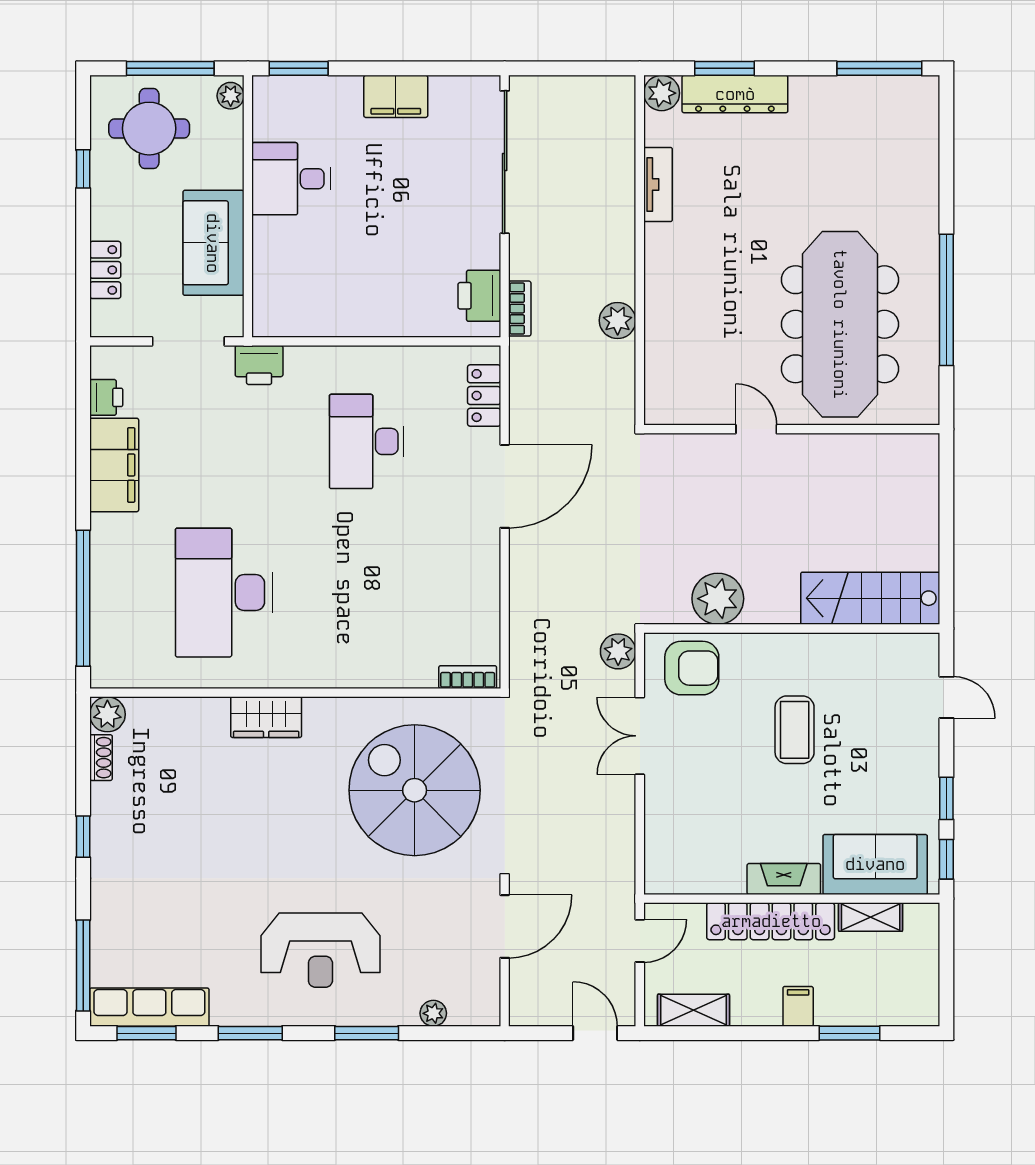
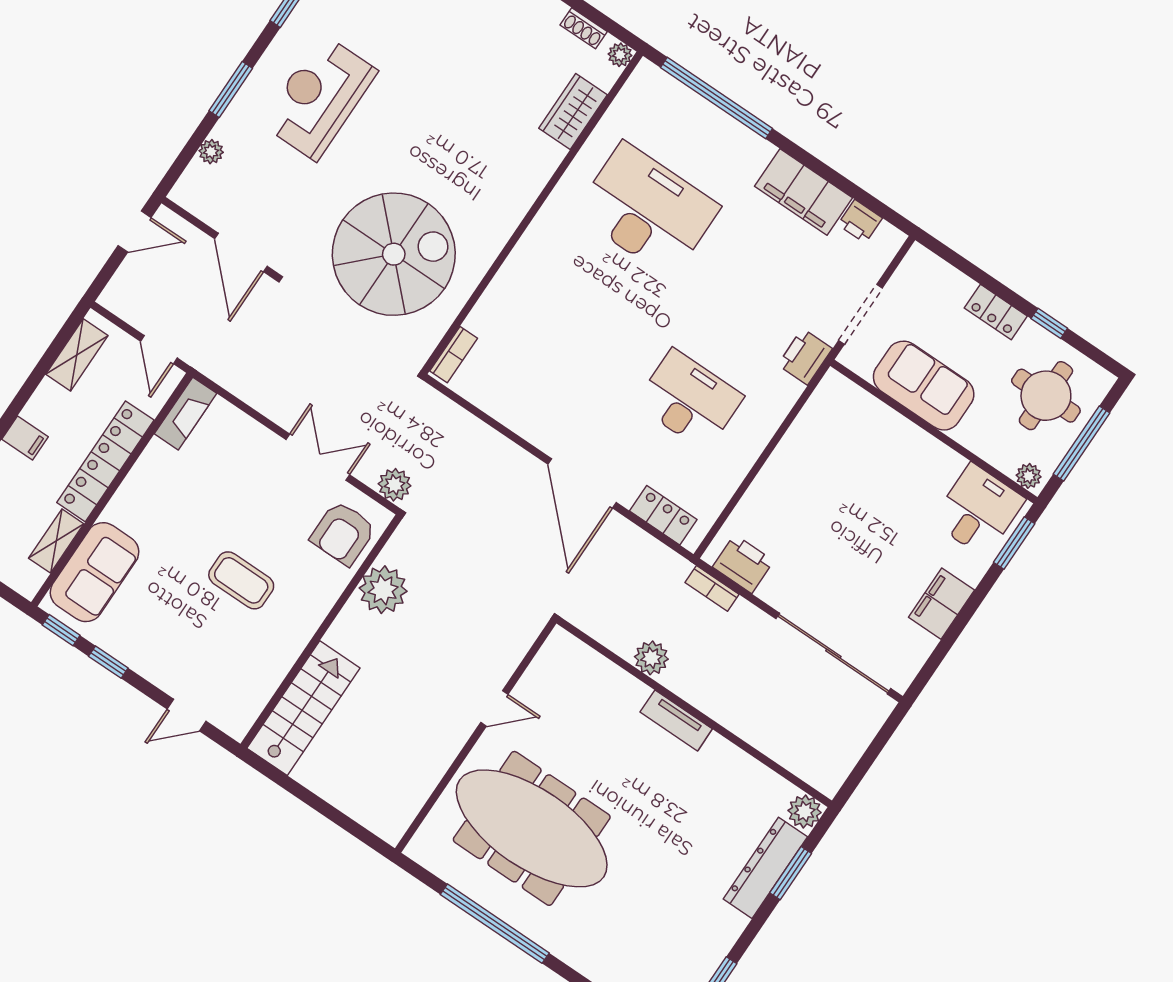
desk: (291, 179) -> (978, 510), moved
tv unit: (658, 185) -> (676, 720), moved
locker: (105, 270) -> (996, 312), moved
plant: (107, 714) -> (620, 55), width x0.73, depth x0.73
wardrobe: (266, 717) -> (573, 112), moved
fireplace: (784, 879) -> (185, 414), moved
door: (595, 1033) -> (135, 232), moved

